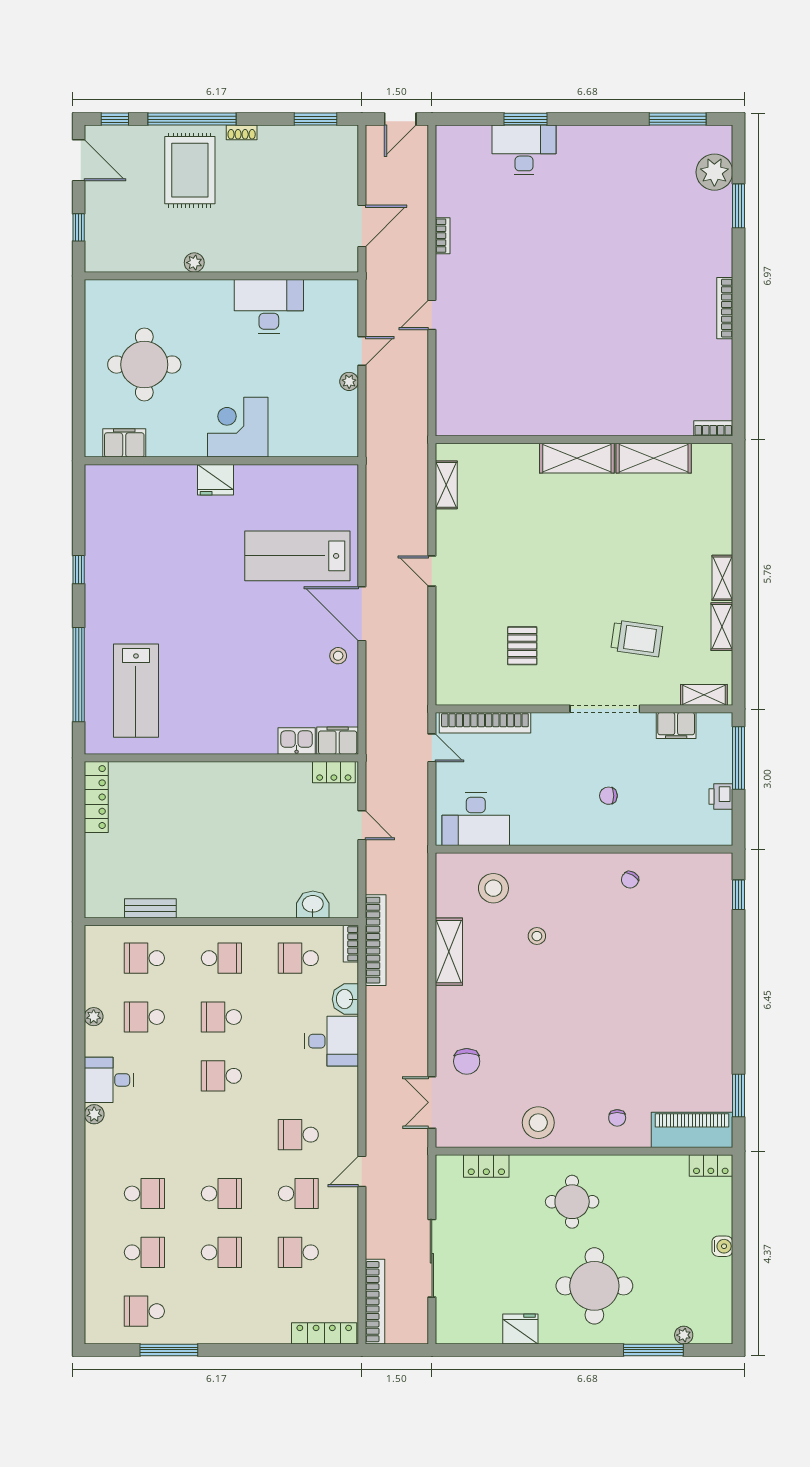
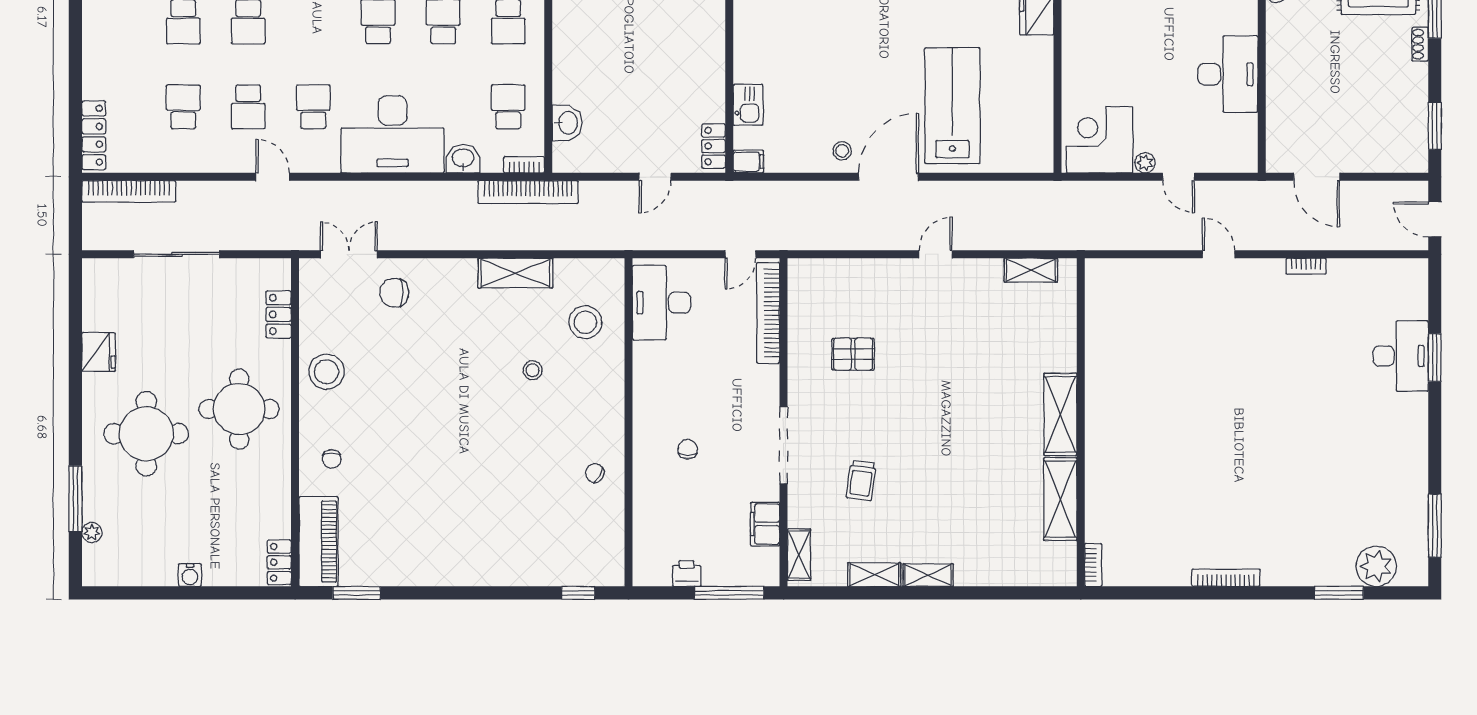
corner desk: (238, 427) -> (1100, 140), moved, turned -90
trolley: (637, 638) -> (861, 481), width x0.73, depth x0.72
filing cabinet: (338, 741) -> (748, 162), width x0.50
desk: (331, 1041) -> (393, 134), width x1.87, depth x1.30
chair: (617, 1118) -> (332, 459), turned -92
round table: (572, 1202) -> (239, 409), width x1.36, depth x1.36

